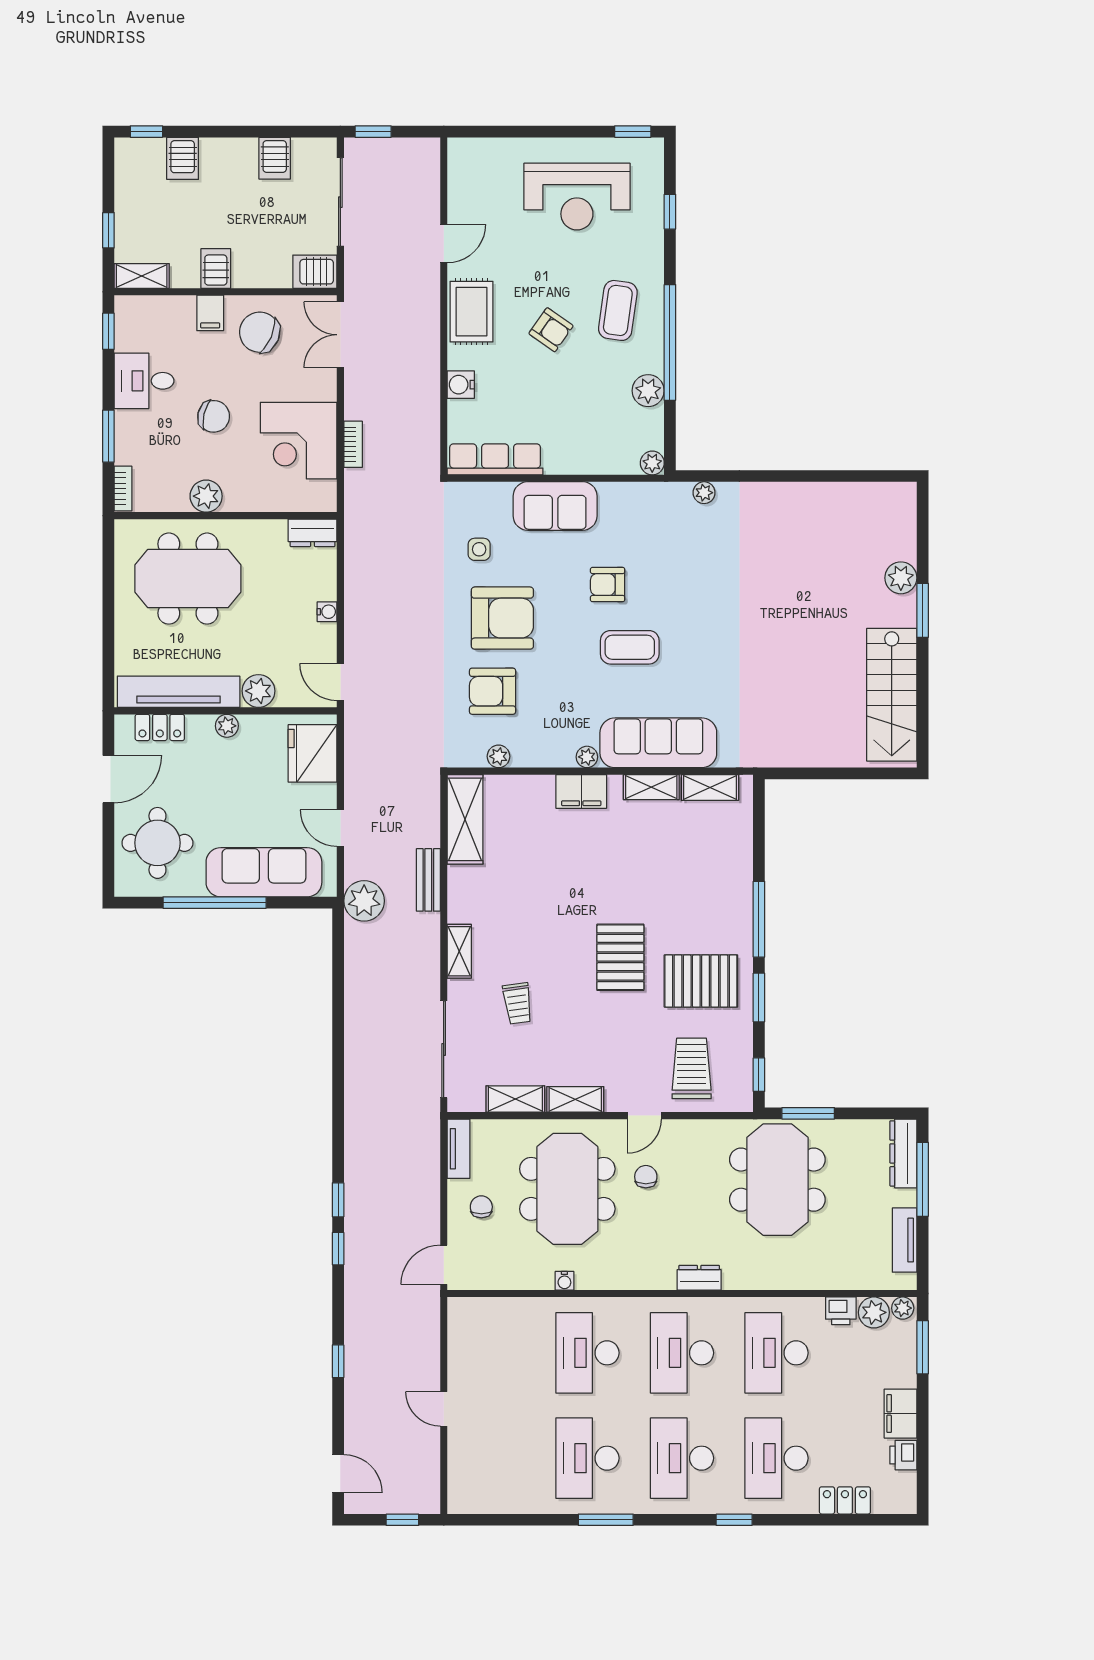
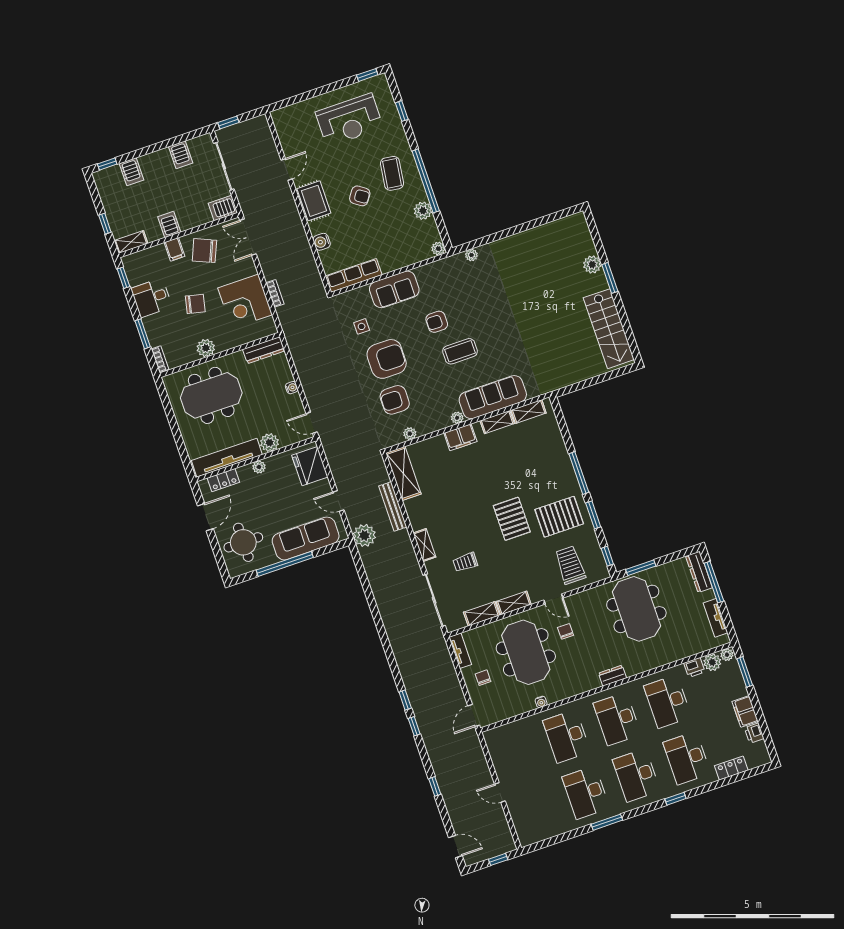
dresser: (313, 533) -> (264, 350), width x1.44
bench: (428, 880) -> (393, 506), width x1.36
trolley: (518, 1003) -> (465, 562), turned 98
door: (644, 1116) -> (553, 599), hinge flipped

